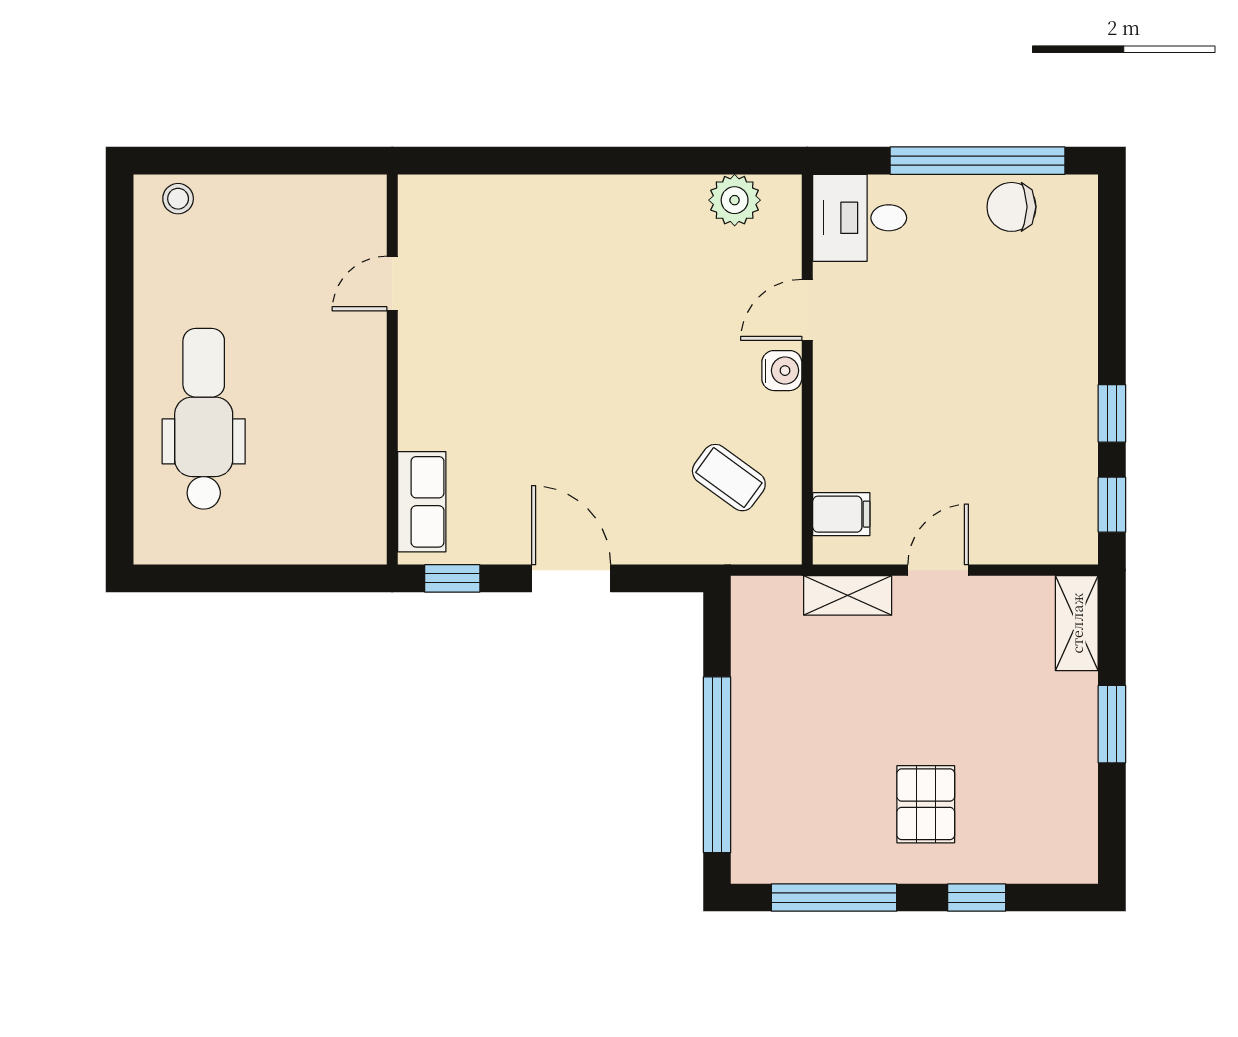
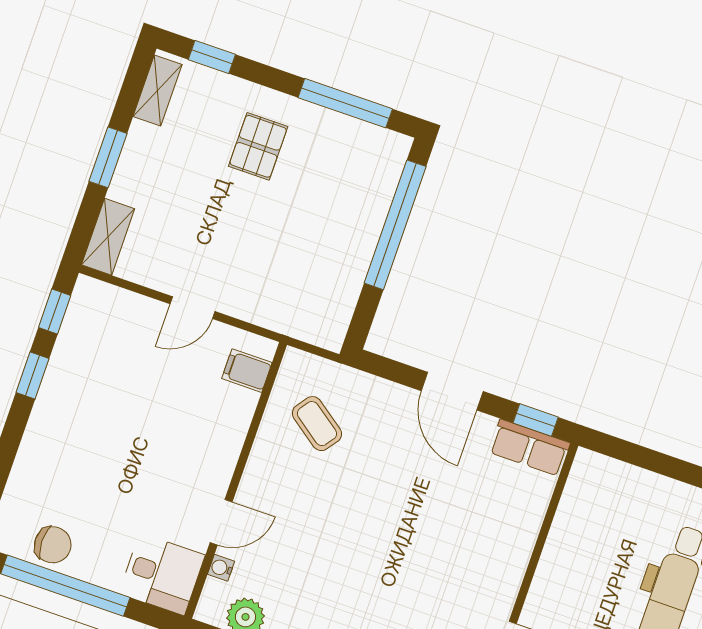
water cooler: (782, 371) -> (221, 568), moved, width x0.72, depth x0.72
row of seats: (422, 502) -> (530, 448), moved, turned -90
shelving: (848, 595) -> (157, 90), moved, turned 90
window: (977, 898) -> (212, 57), moved

